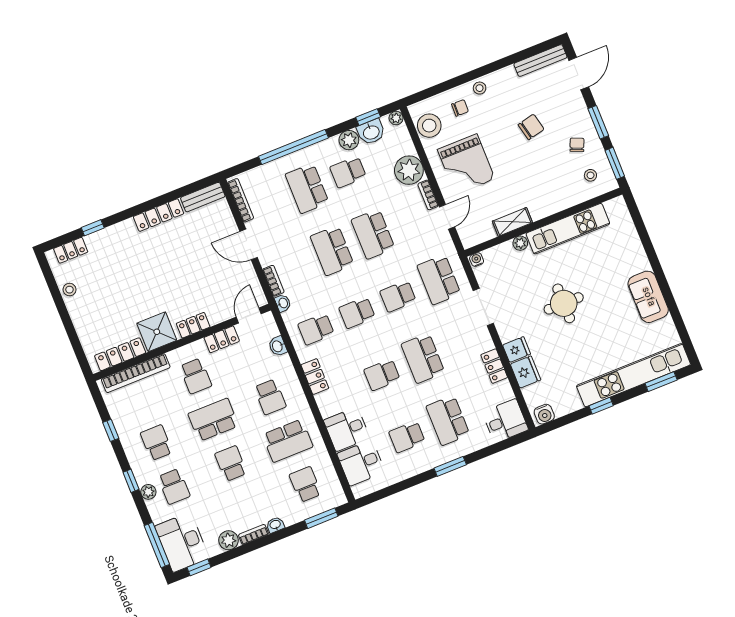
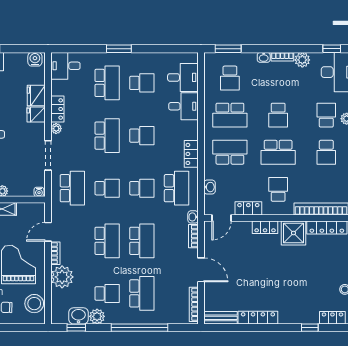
plant: (396, 118) -> (56, 129), moved
school desk: (316, 329) -> (177, 188), width x1.85
school desk: (270, 397) -> (230, 152), width x1.85
school desk: (288, 441) -> (230, 115), turned 180

